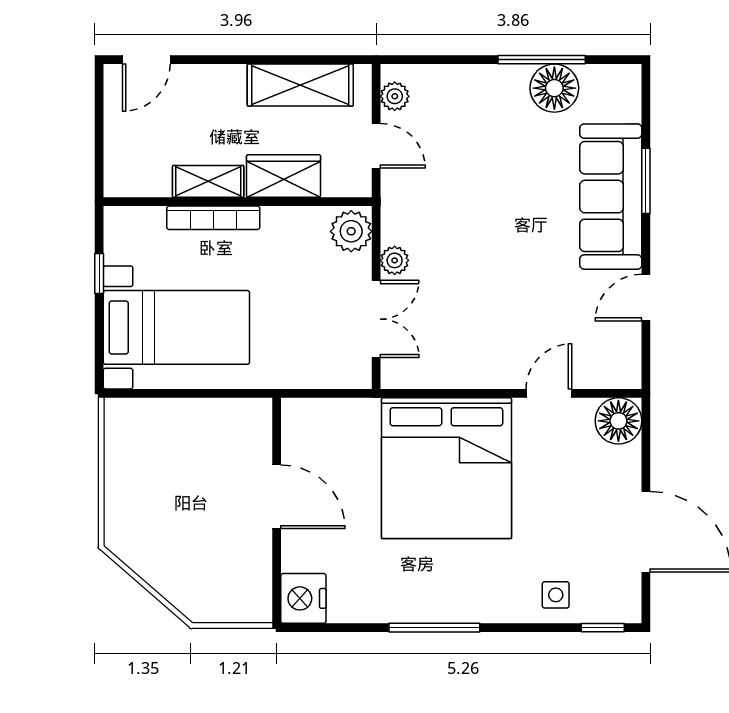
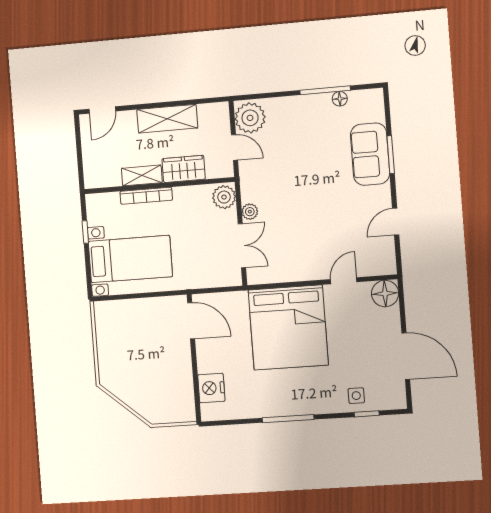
shelving: (300, 85) -> (167, 119), moved
floor lamp: (554, 88) -> (340, 99), width x0.53, depth x0.53
plant: (395, 96) -> (250, 118), width x1.87, depth x1.87
sofa: (611, 197) -> (370, 154), width x0.73
door: (277, 497) -> (191, 321), moved
nightstand: (303, 598) -> (211, 388), moved
window: (603, 628) -> (367, 414), moved

